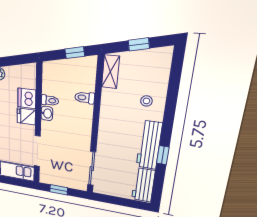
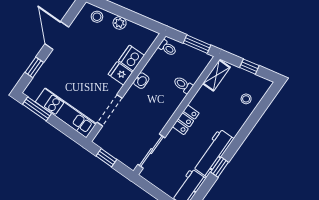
window: (75, 53) -> (197, 44), width x1.50
toilet: (50, 100) -> (168, 48), moved
stool: (146, 101) -> (246, 99), moved
locker: (106, 128) -> (186, 120), added

